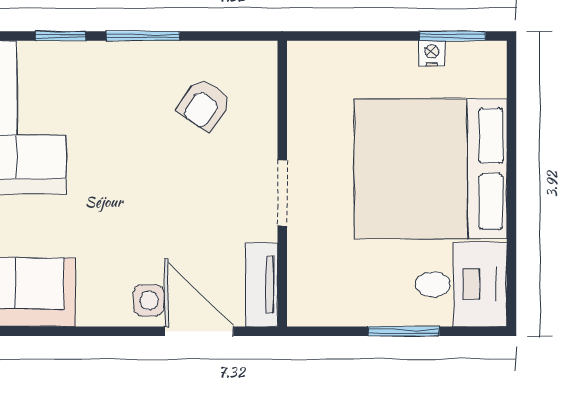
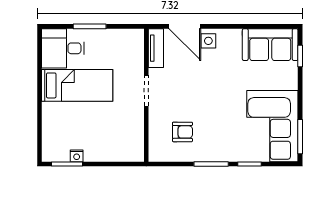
armchair: (205, 105) -> (182, 132), turned 55
bed: (431, 169) -> (77, 85), width x0.49

